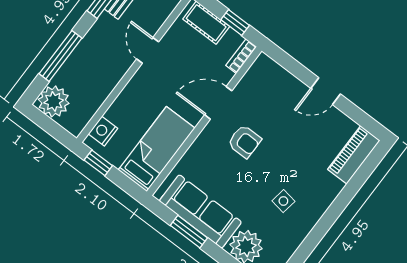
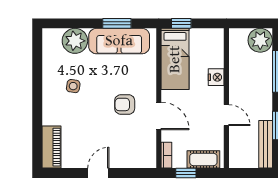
door: (218, 103) -> (159, 116), hinge flipped
nightstand: (103, 131) -> (216, 77), moved
window: (98, 163) -> (181, 23), moved

